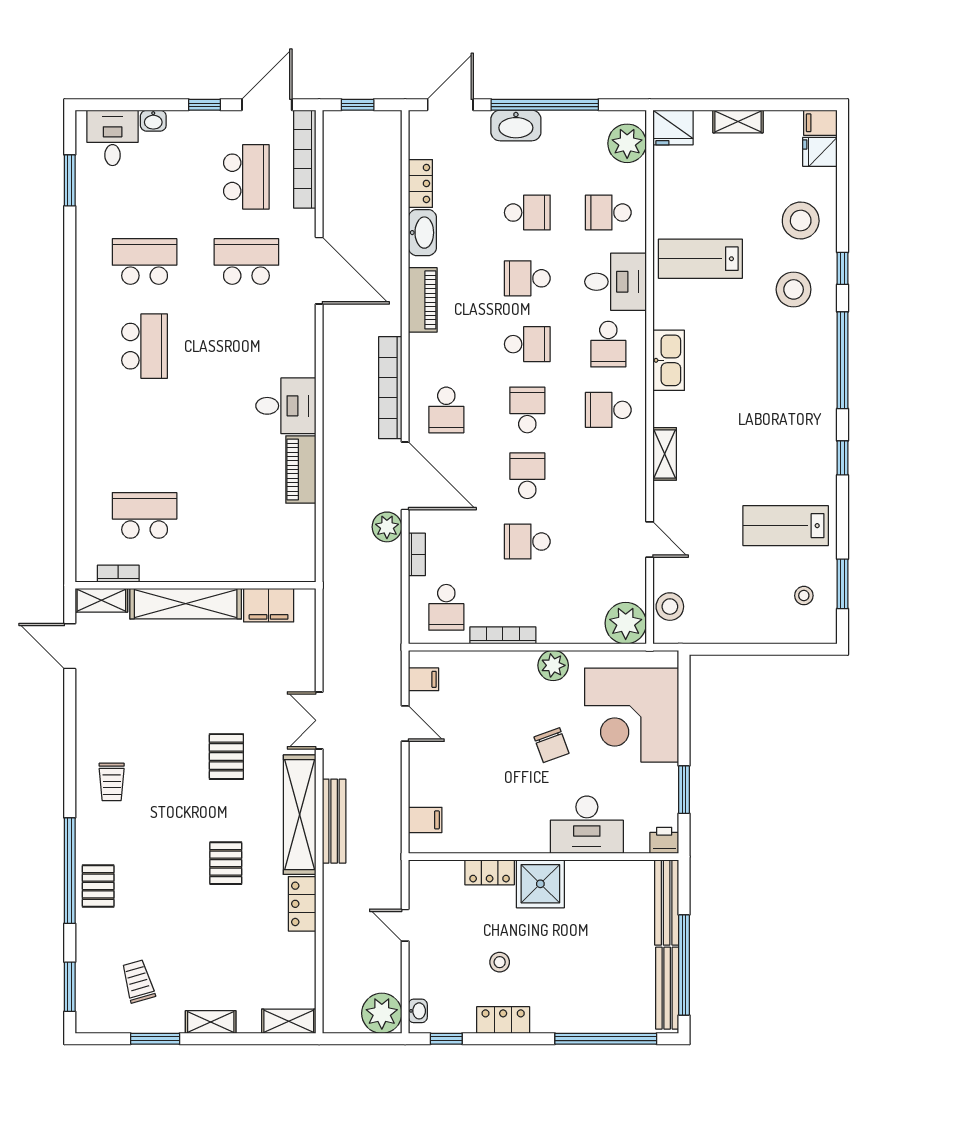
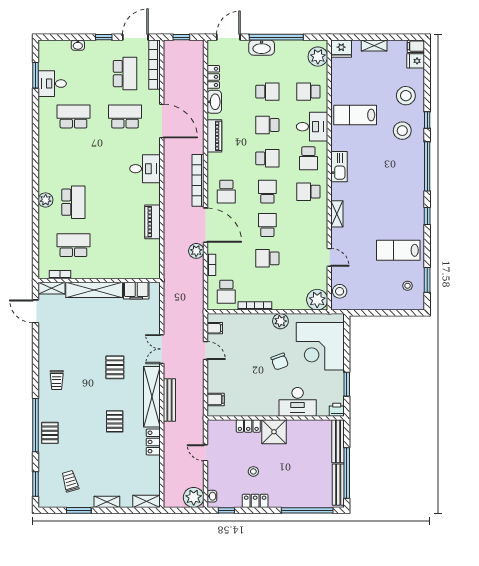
desk: (113, 138) -> (52, 84), moved, turned -90
school desk: (145, 346) -> (73, 202), moved
desk: (286, 406) -> (145, 169), moved
plant: (90, 426) -> (46, 200), added

